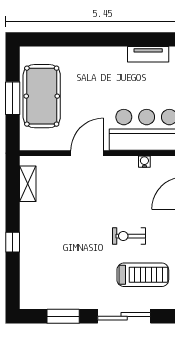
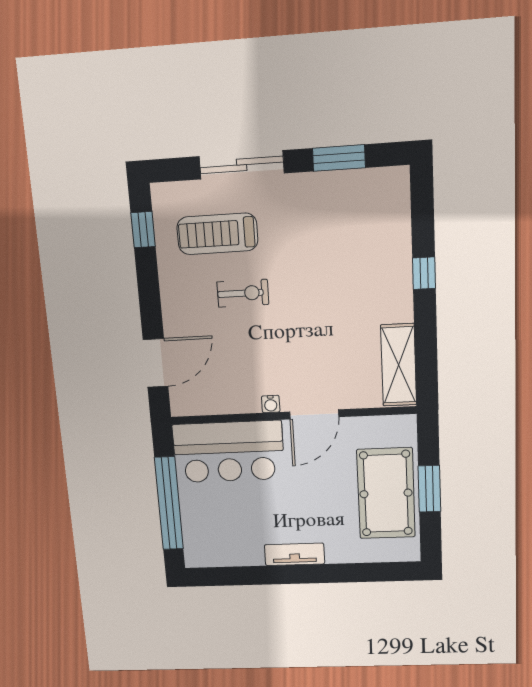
tv unit: (148, 54) -> (295, 554), moved
water cooler: (144, 162) -> (271, 404), moved
shelving: (28, 184) -> (399, 365), width x1.50, depth x1.33

